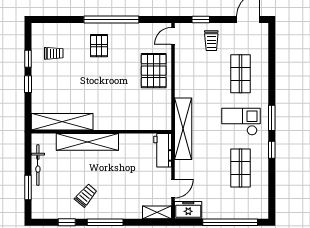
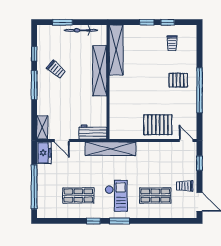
trolley: (211, 41) -> (185, 186), moved

